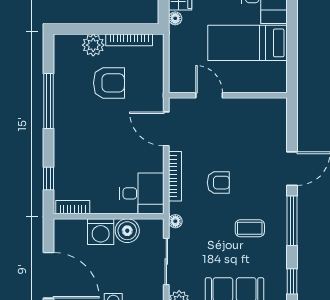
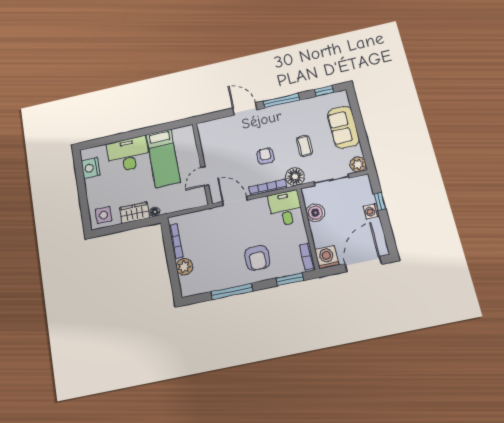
armchair: (109, 83) -> (257, 258), moved, turned 180
door: (166, 129) -> (235, 201), swing flipped
window: (48, 178) -> (290, 279), width x1.50
floor lamp: (175, 221) -> (295, 177), width x1.89, depth x1.89
coffee table: (250, 228) -> (304, 146), moved
washing machine: (101, 232) -> (327, 257), moved, turned -90

